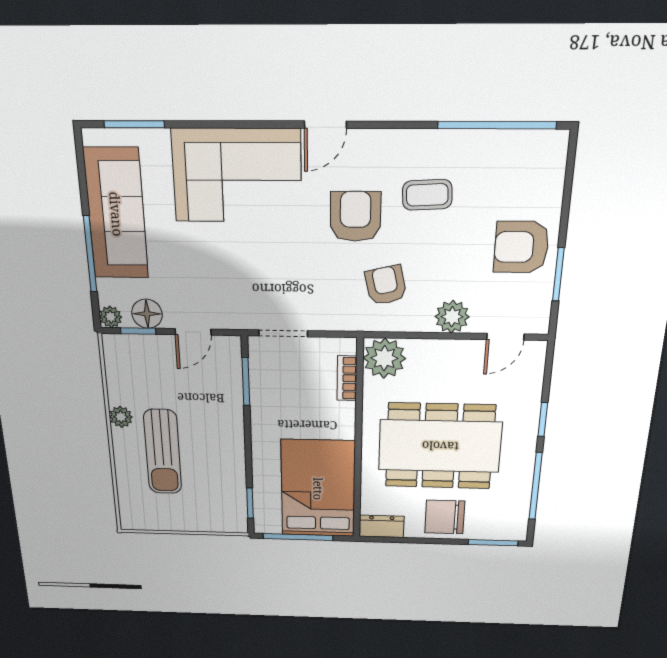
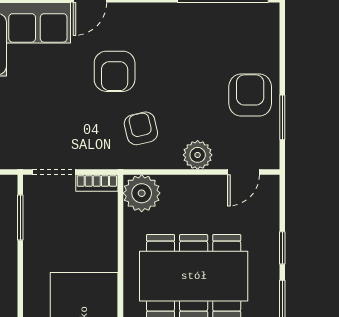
coffee table: (427, 195) -> (172, 54), removed
armchair: (355, 216) -> (115, 71), turned 180
armchair: (521, 247) -> (250, 95), turned 90
bookcase: (347, 378) -> (97, 183), moved, turned -90

